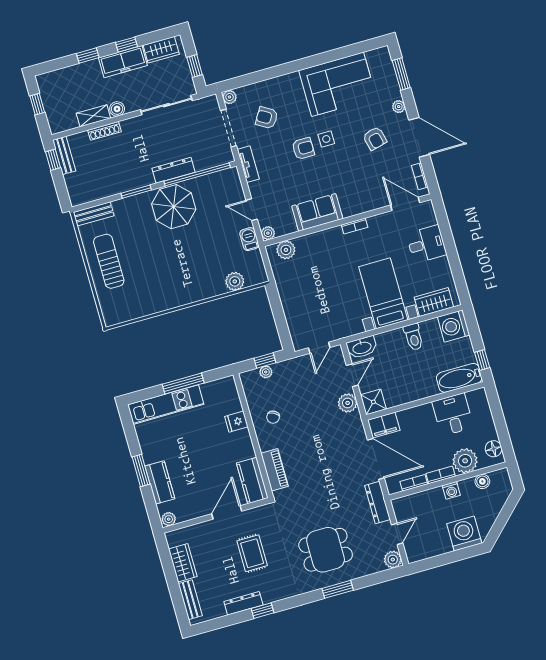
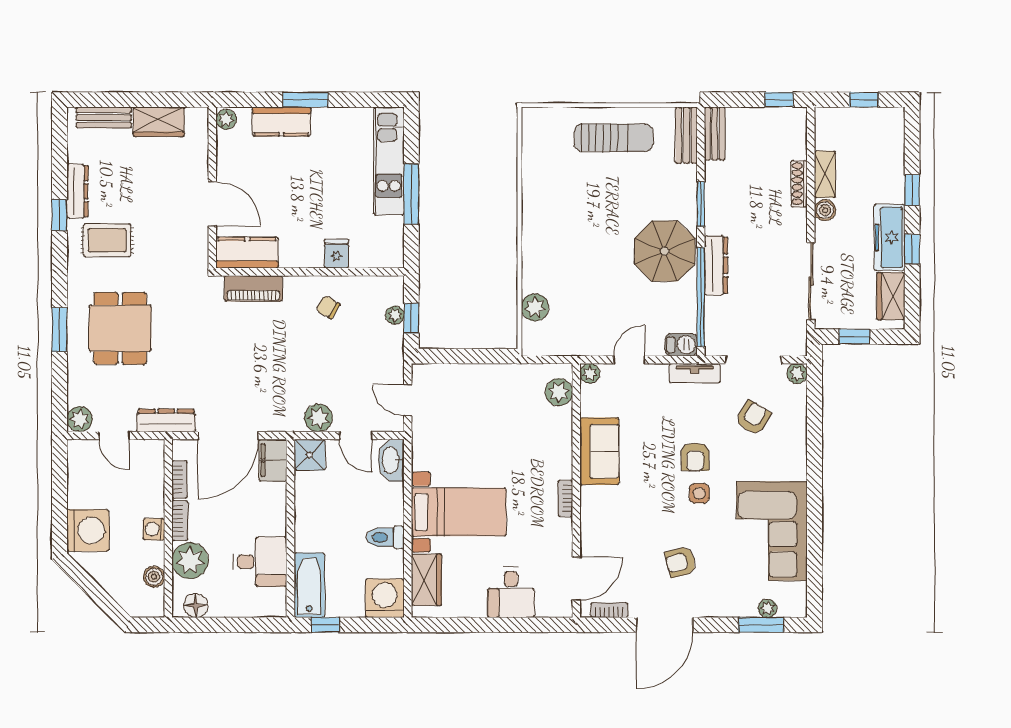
plant: (399, 107) -> (768, 608), moved
bench: (64, 155) -> (715, 134), moved, turned 90
barbecue: (249, 239) -> (681, 345), moved
rug: (252, 553) -> (107, 240), moved

